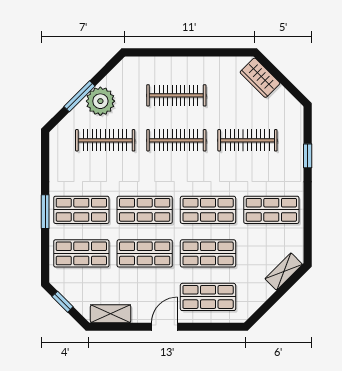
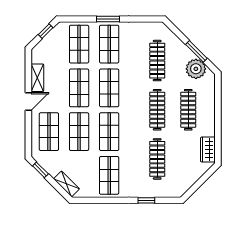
wardrobe: (260, 78) -> (208, 150), moved, turned -45
window: (79, 96) -> (196, 51), moved
plant: (100, 101) -> (196, 69), moved
window: (263, 309) -> (40, 170), added
shelving: (111, 314) -> (37, 78), moved
door: (164, 327) -> (28, 101), hinge flipped

